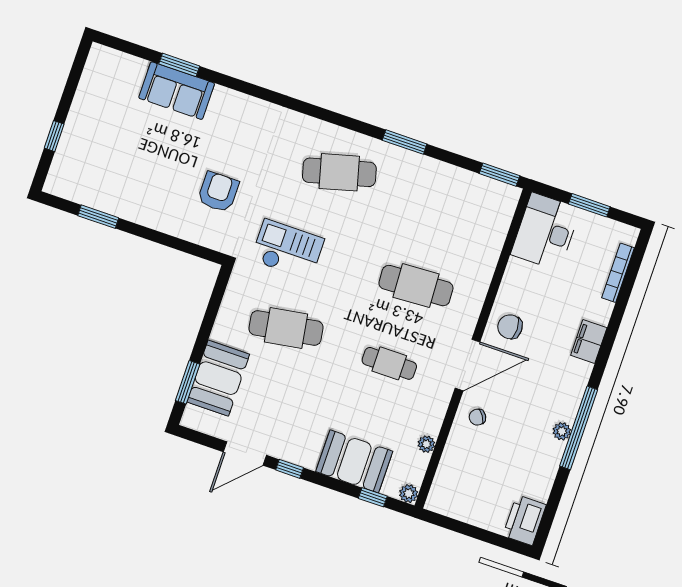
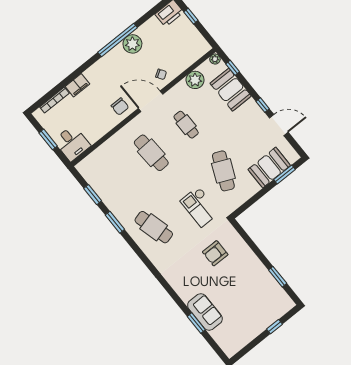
window: (499, 175) -> (93, 195), moved
desk: (546, 232) -> (72, 143), width x0.73
cafe table: (286, 328) -> (223, 171), turned 33
filing cabinet: (589, 342) -> (77, 85), moved
plant: (562, 431) -> (132, 44), width x1.88, depth x1.88
plant: (426, 444) -> (195, 80), width x1.88, depth x1.88
window: (488, 537) -> (191, 16), added

